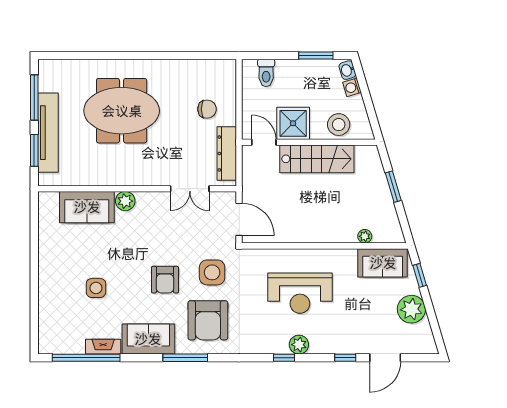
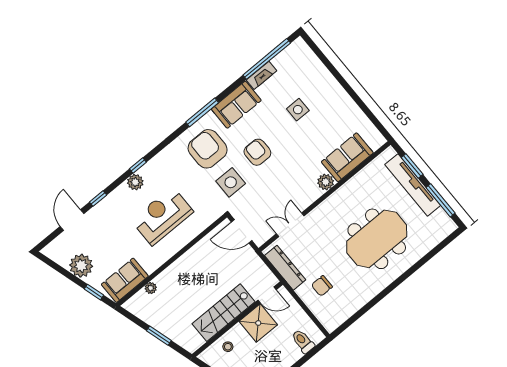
stool: (339, 125) -> (228, 347), width x0.53, depth x0.53

